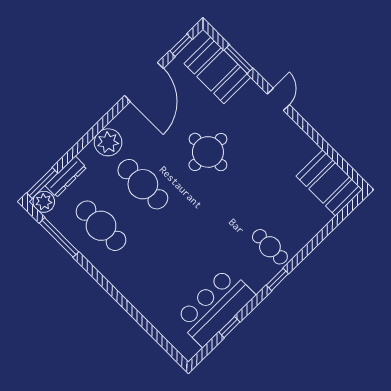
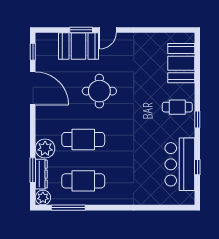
window: (238, 59) -> (81, 30), moved
booth: (217, 70) -> (78, 46), moved
door: (278, 99) -> (108, 30), swing flipped
plant: (108, 142) -> (45, 148), moved
window: (42, 183) -> (33, 170), moved
booth: (329, 183) -> (181, 63), moved, turned 90

